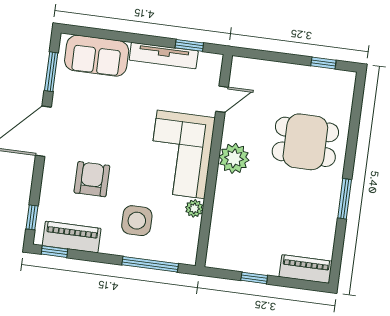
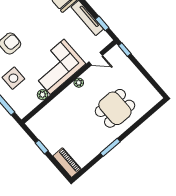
window: (323, 63) -> (125, 50), moved
dining table: (305, 142) -> (115, 108), turned 90
plant: (234, 158) -> (79, 83), width x0.53, depth x0.53

